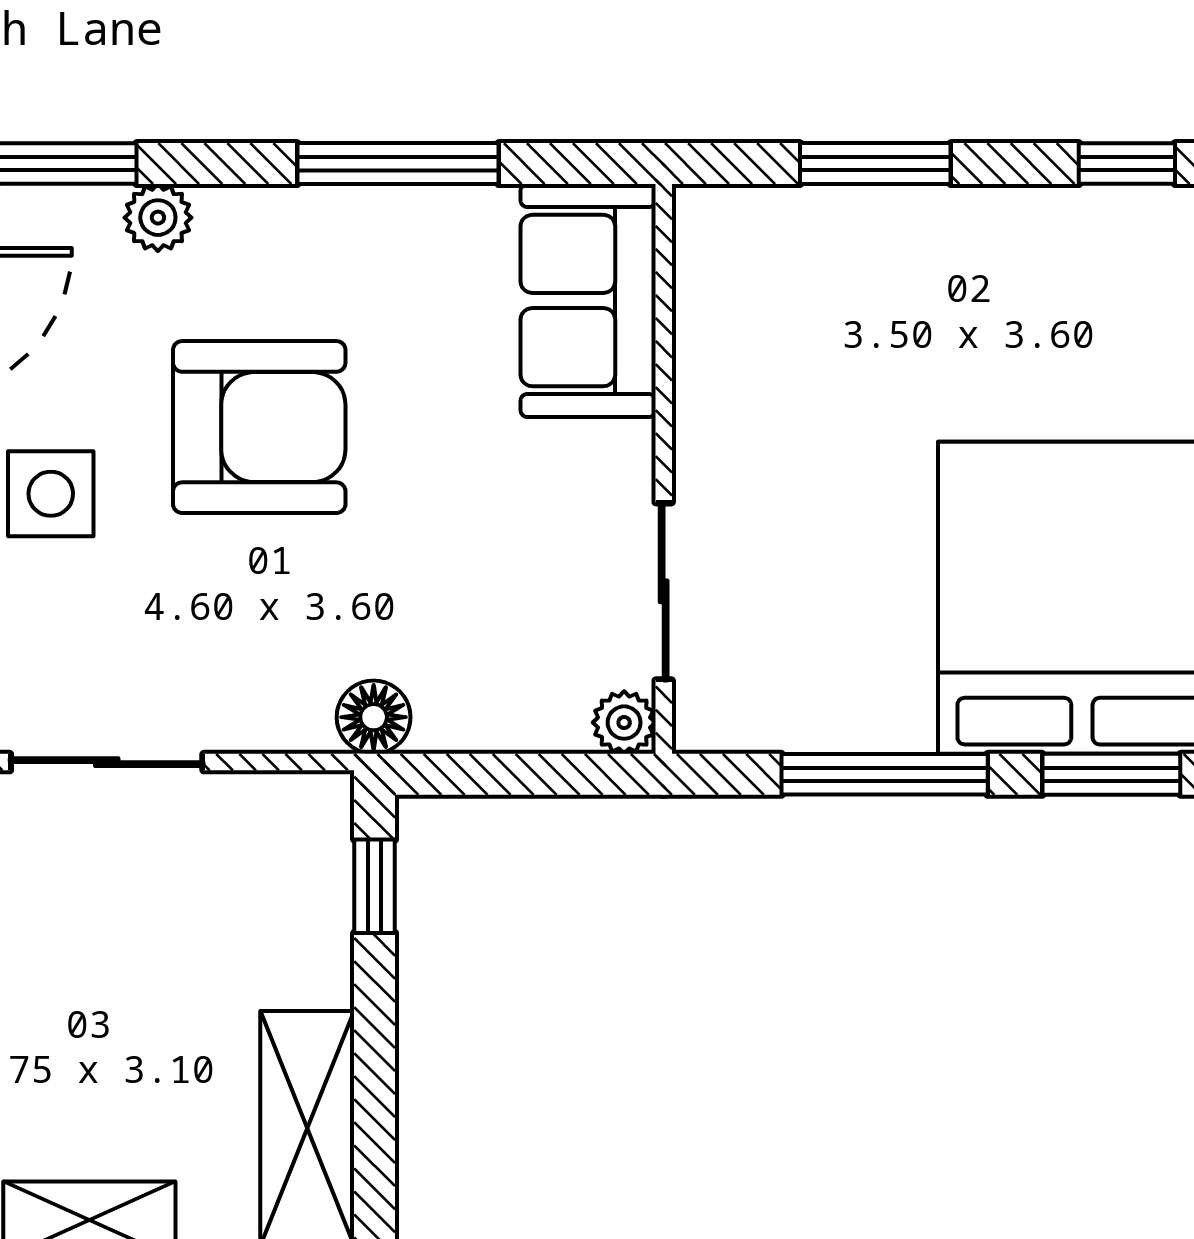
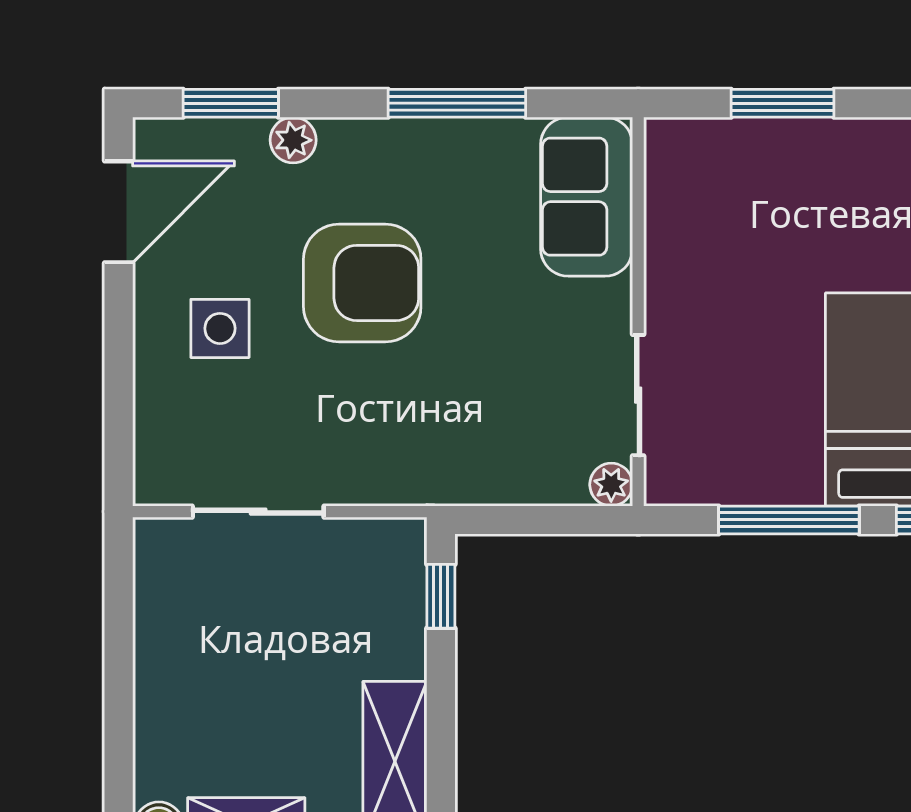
floor lamp: (374, 717) -> (440, 481), removed

